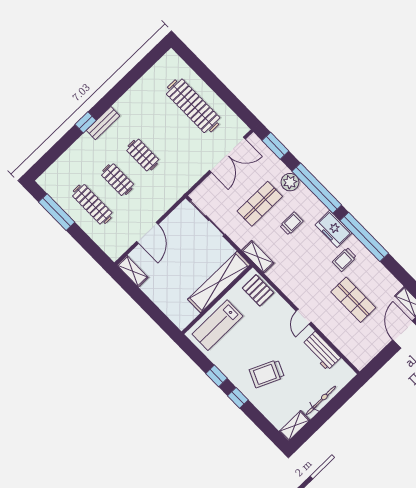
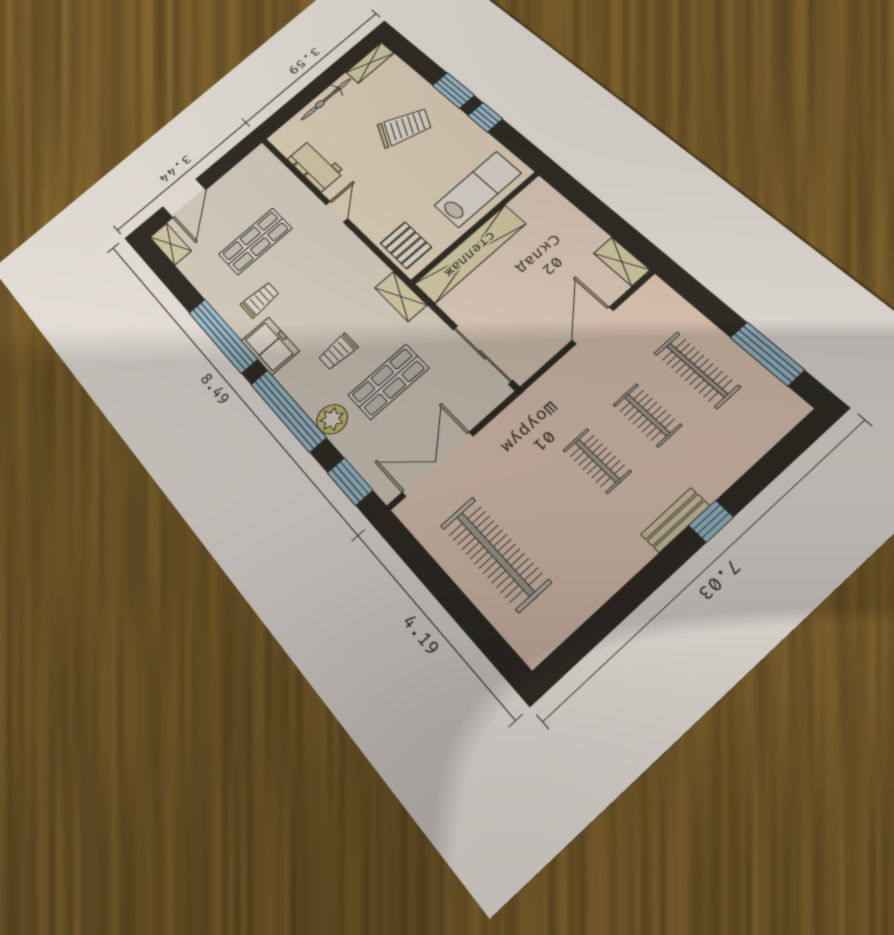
shop shelf: (353, 300) -> (255, 241), turned 90
window: (238, 398) -> (453, 90), width x1.50

